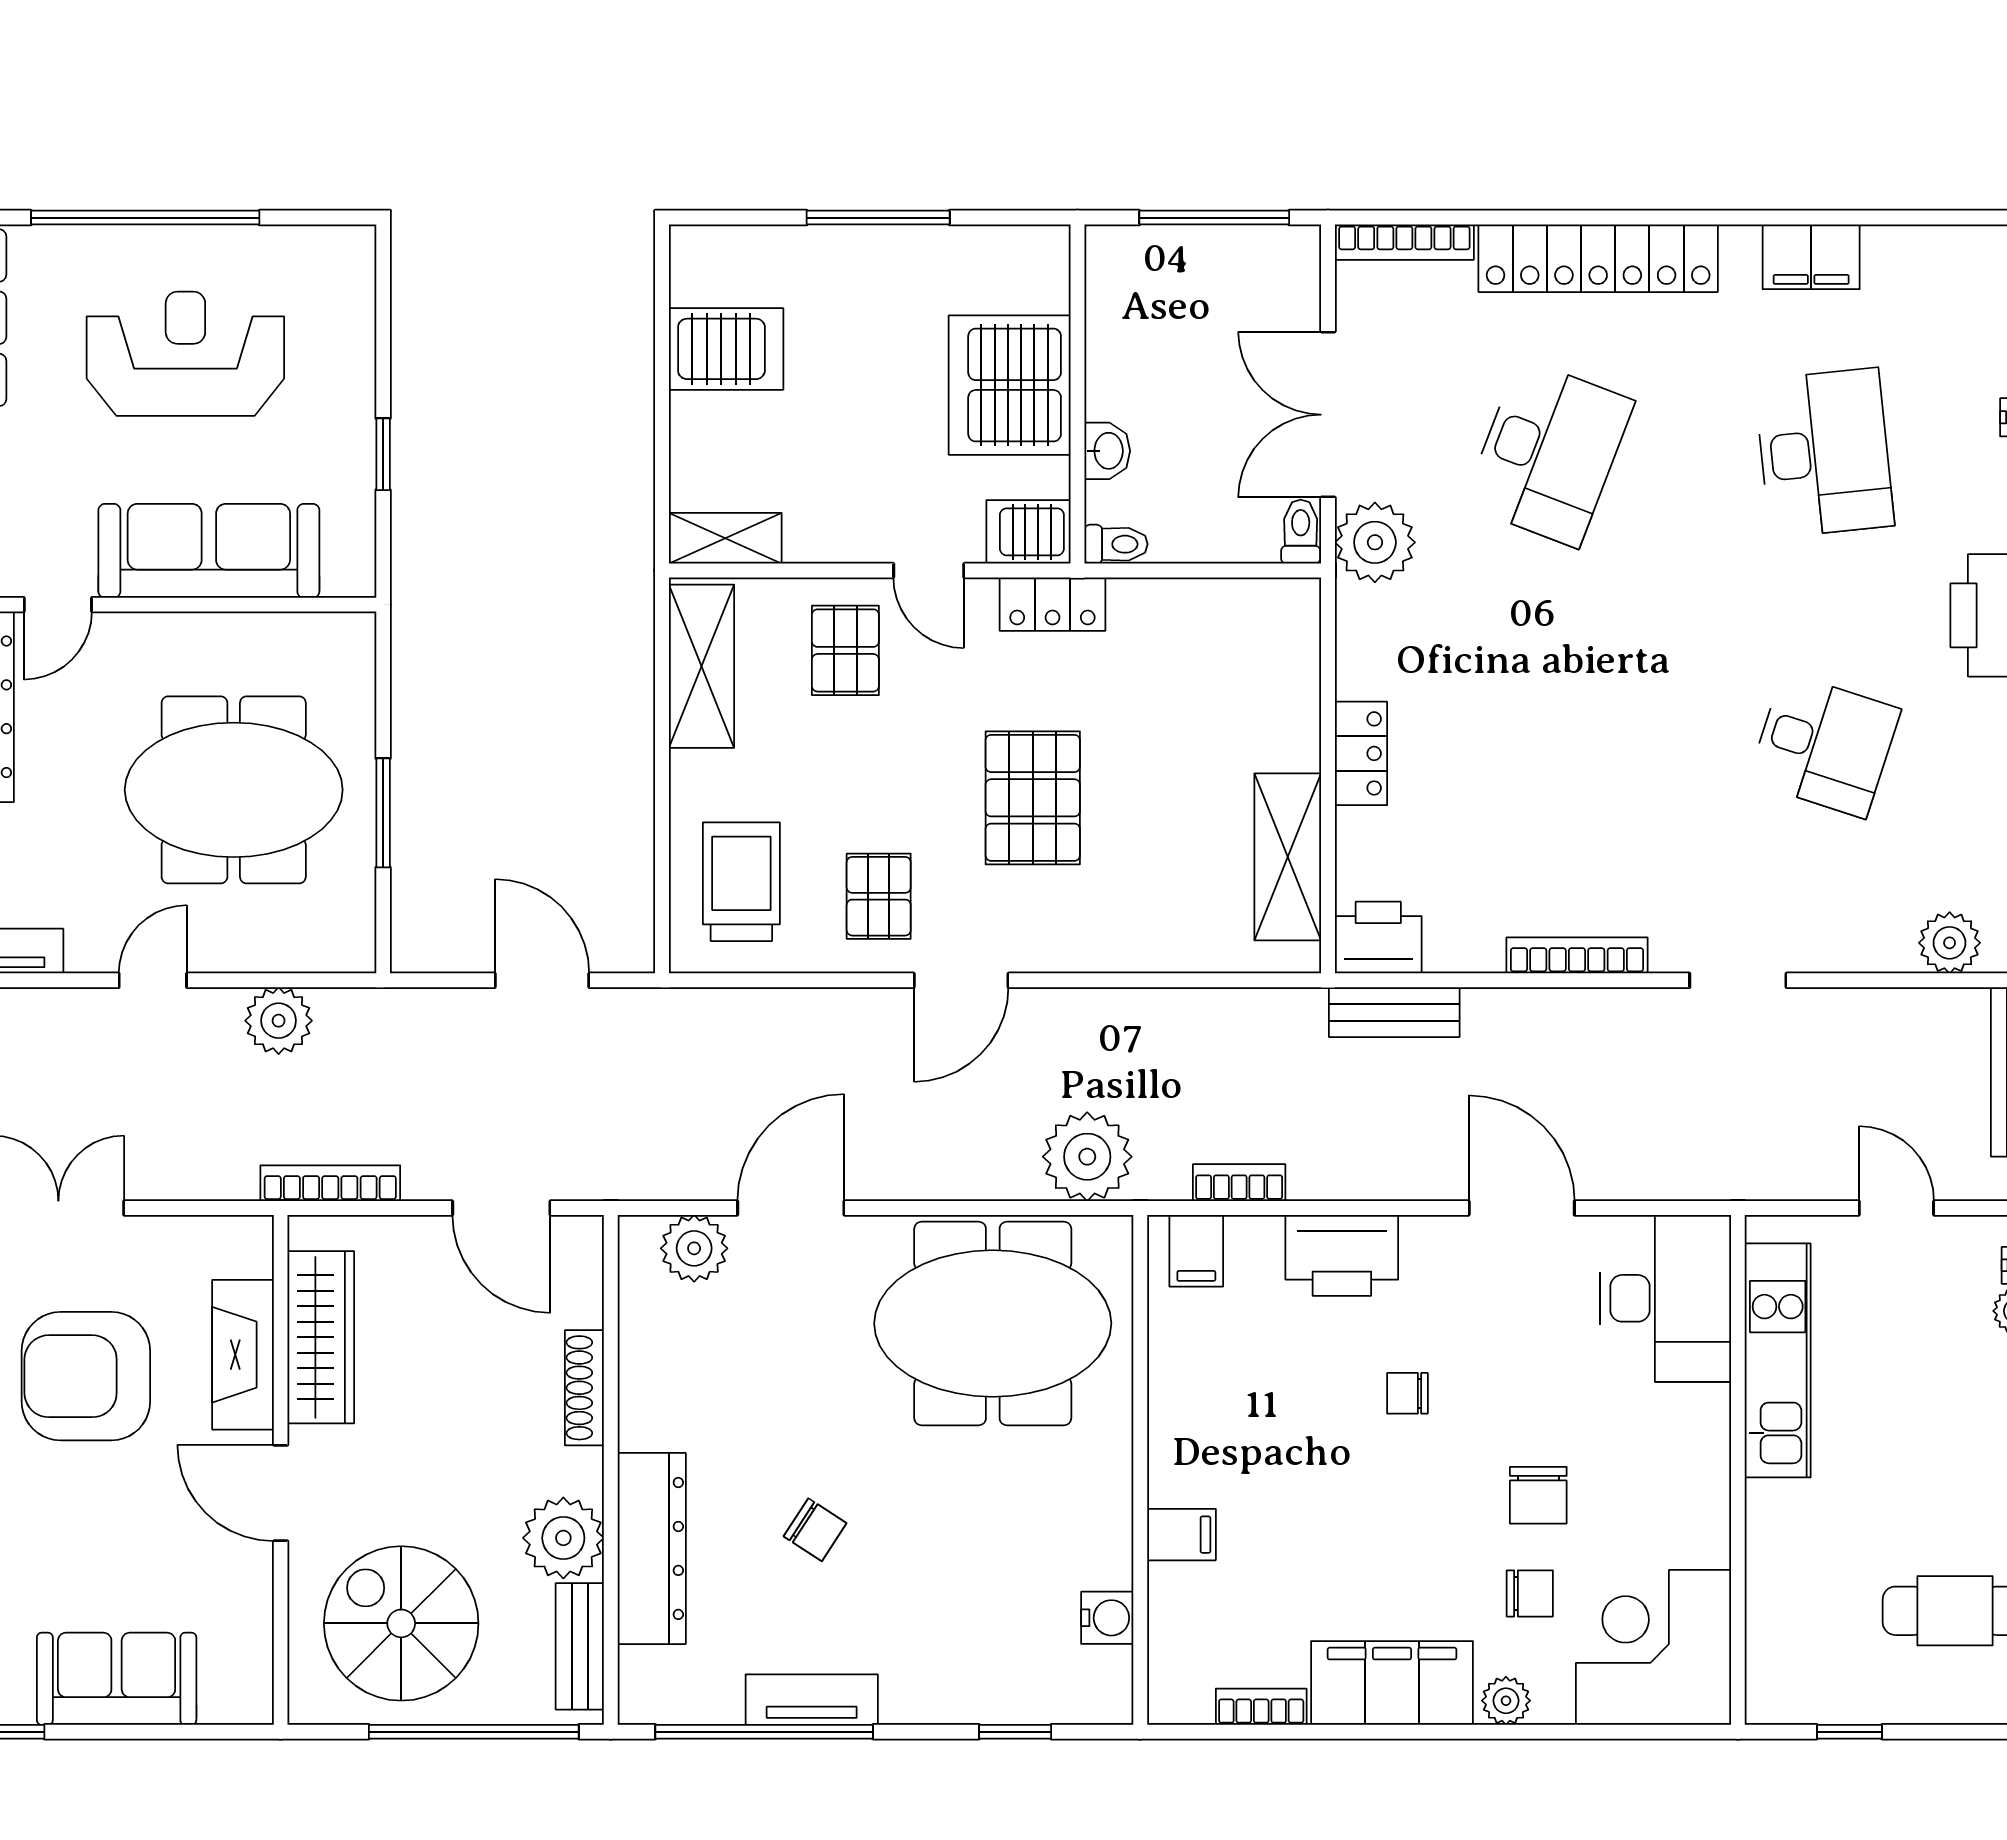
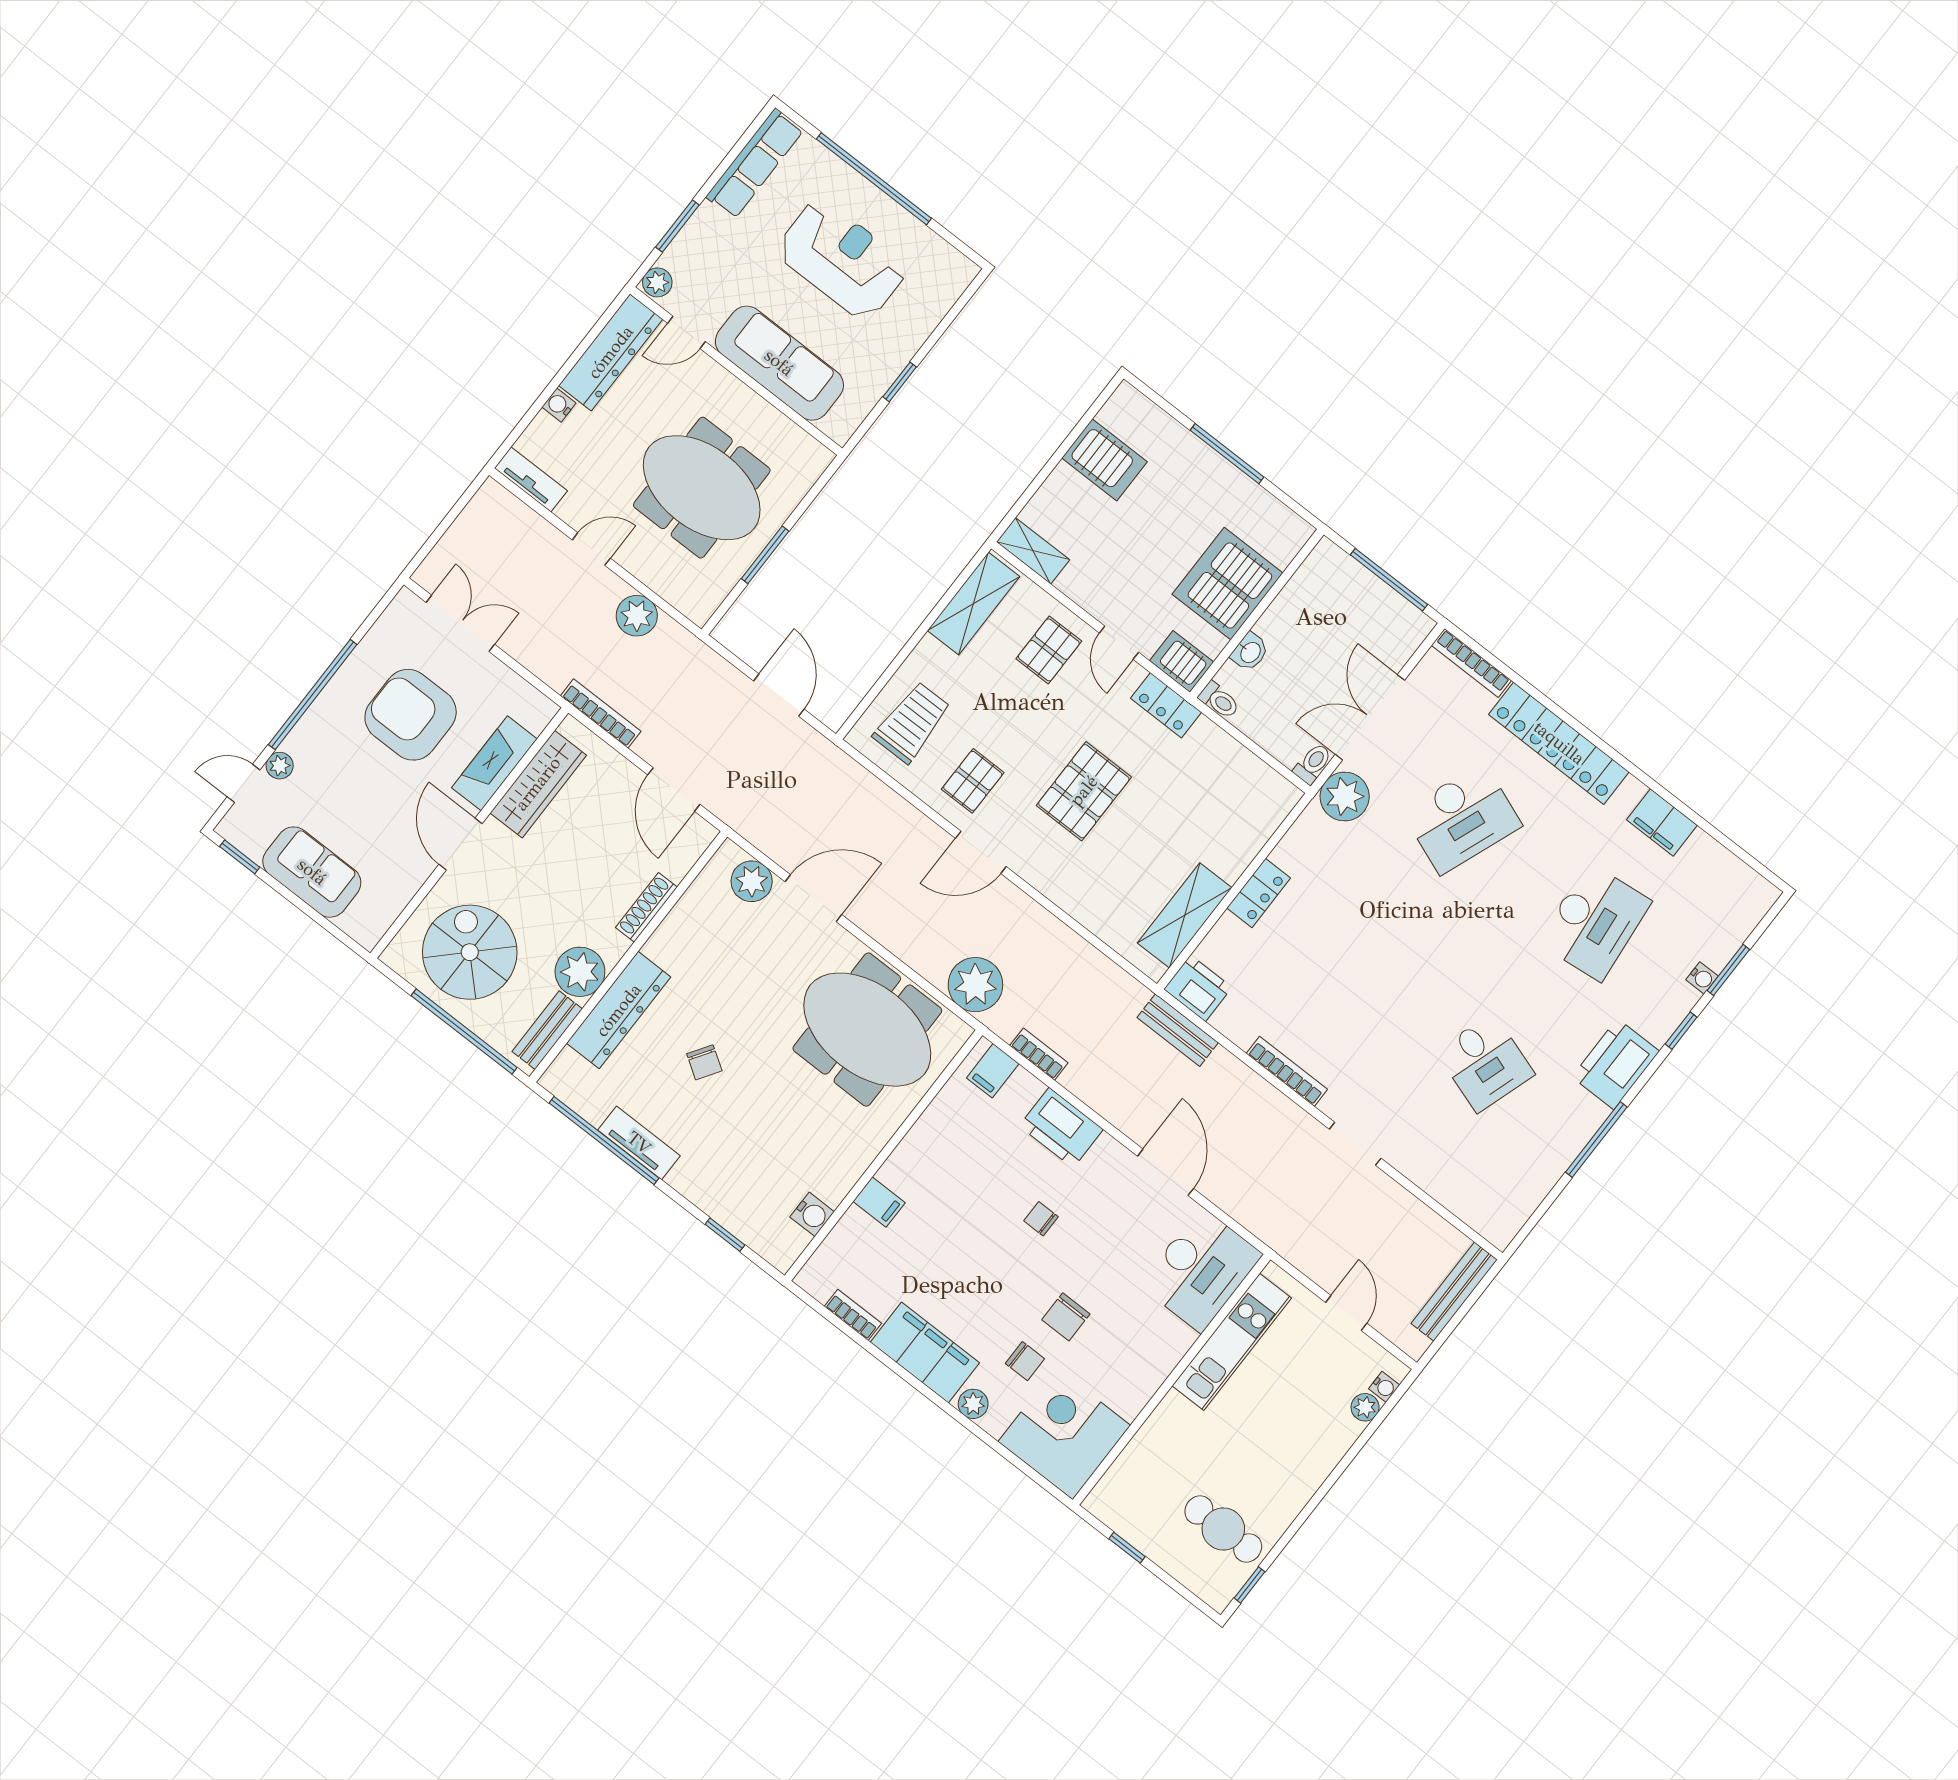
plant: (1950, 943) -> (1471, 1205), removed

